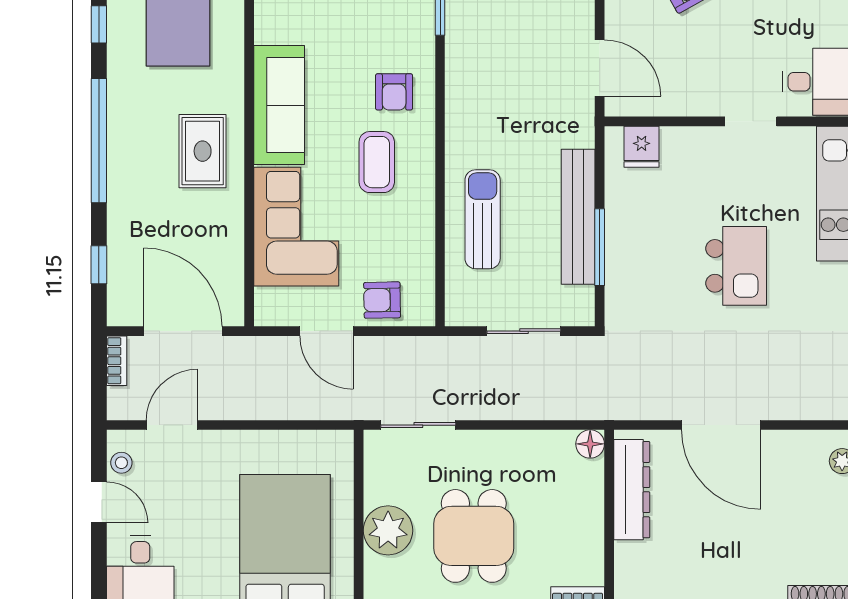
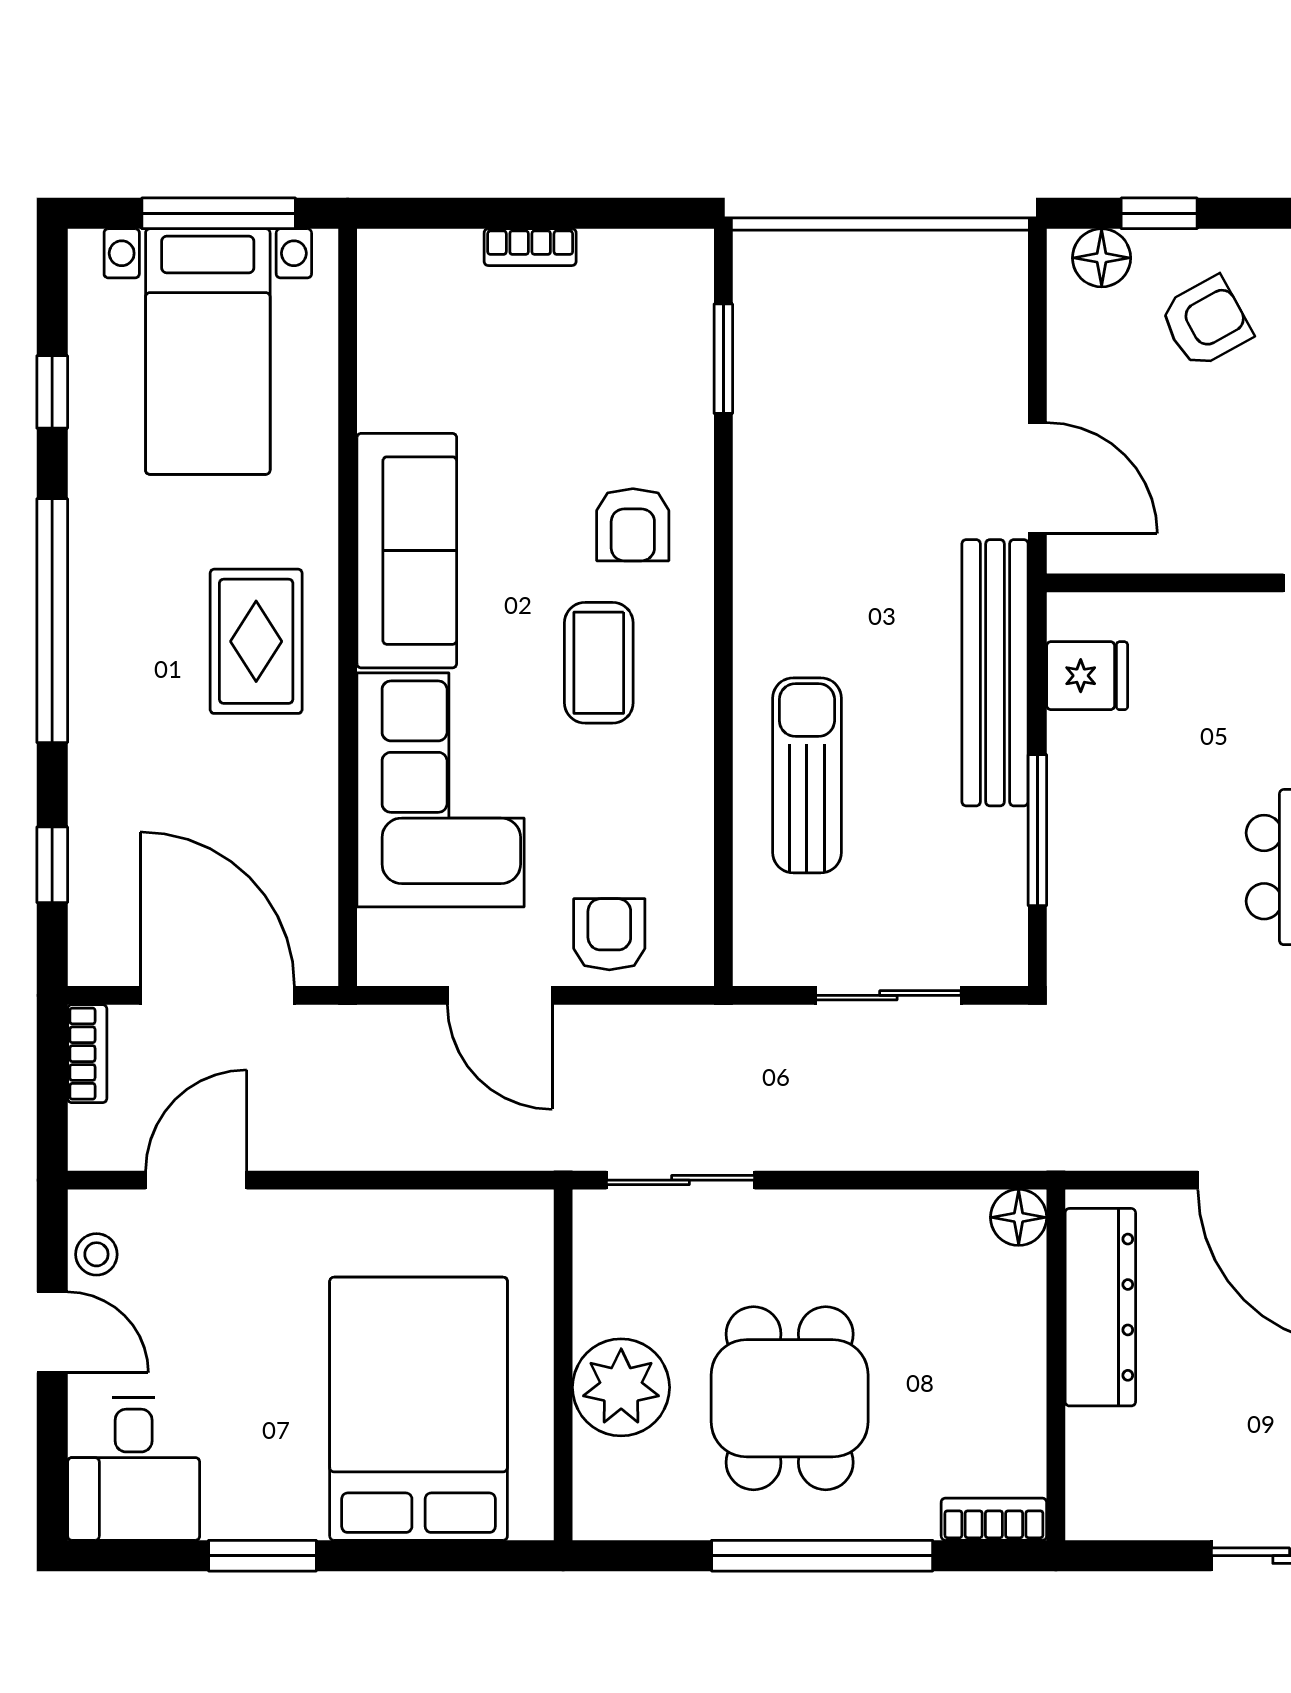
fridge: (642, 147) -> (1087, 676), moved, turned -90
bench: (578, 217) -> (995, 673), moved
armchair: (382, 300) -> (609, 934), turned 91

